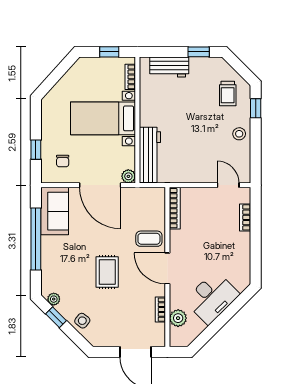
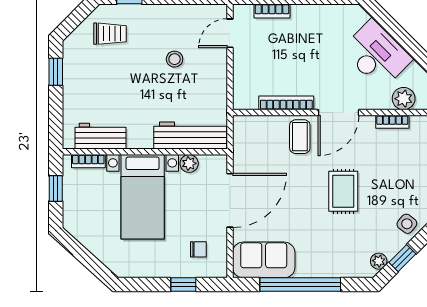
workbench: (169, 67) -> (101, 136), moved, turned -90
stool: (239, 134) -> (175, 59), moved
plant: (128, 176) -> (189, 163), moved
bookcase: (175, 208) -> (286, 103), moved
rug: (107, 272) -> (343, 191), turned 90

